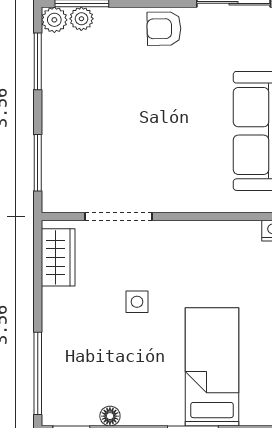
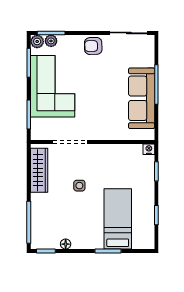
corner sofa: (85, 107) -> (53, 86), added
wardrobe: (58, 257) -> (39, 170), width x1.50

